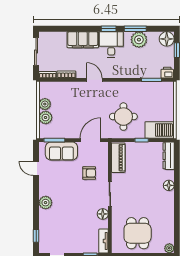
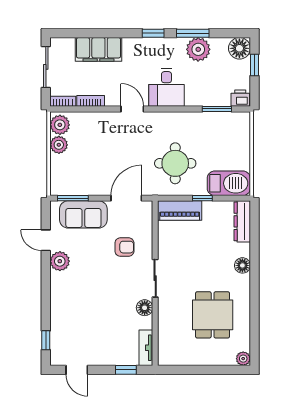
filing cabinet: (83, 40) -> (98, 49), moved
desk: (111, 44) -> (166, 87), moved, turned 180
plant: (46, 118) -> (60, 125), moved
piano: (118, 158) -> (180, 211), moved, turned 90
plant: (46, 203) -> (60, 261), moved
dining table: (138, 233) -> (213, 315), moved

